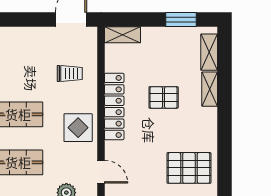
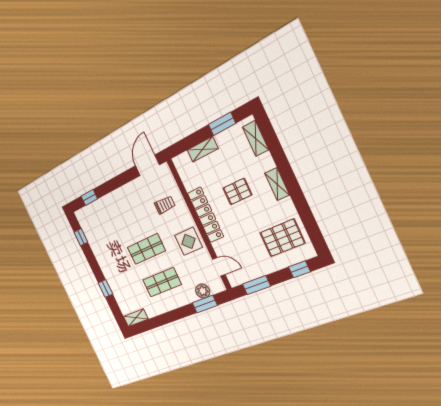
shelving: (122, 35) -> (203, 149), moved
shelving: (210, 89) -> (277, 184), moved

